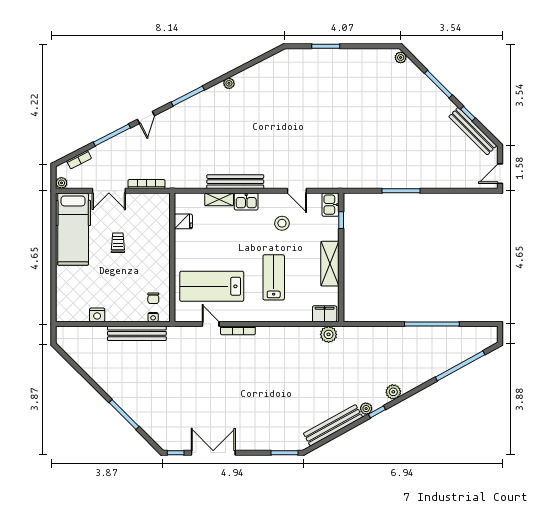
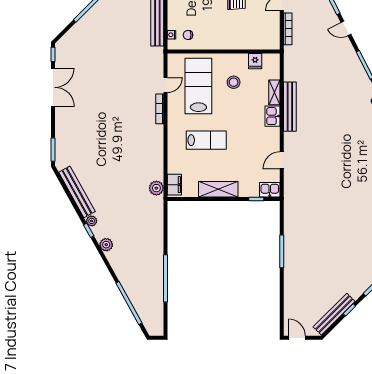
stool: (282, 223) -> (234, 82), moved

